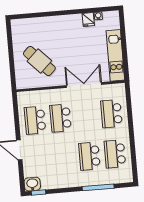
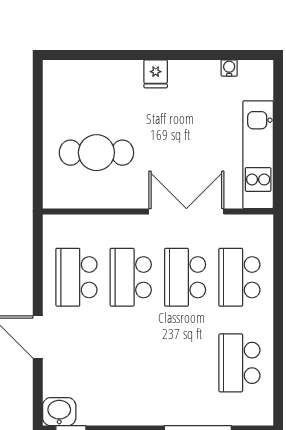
fridge: (88, 20) -> (156, 74), moved
cafe table: (39, 61) -> (96, 153), turned -46
school desk: (89, 156) -> (185, 277), moved

